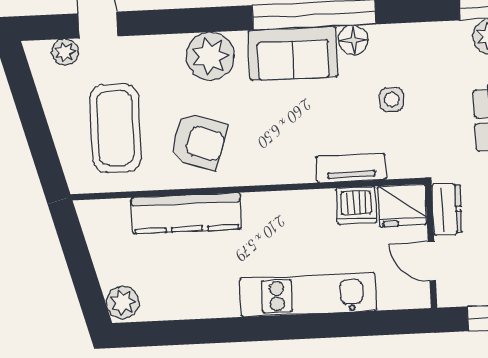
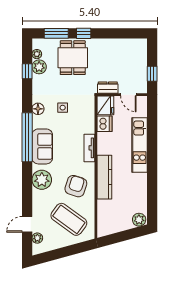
floor lamp: (353, 40) -> (38, 109), moved
coffee table: (115, 128) -> (69, 219), turned 36
tv unit: (351, 168) -> (89, 148), moved
kitchen counter: (186, 213) -> (104, 177), moved
door: (432, 261) -> (128, 95), hinge flipped

